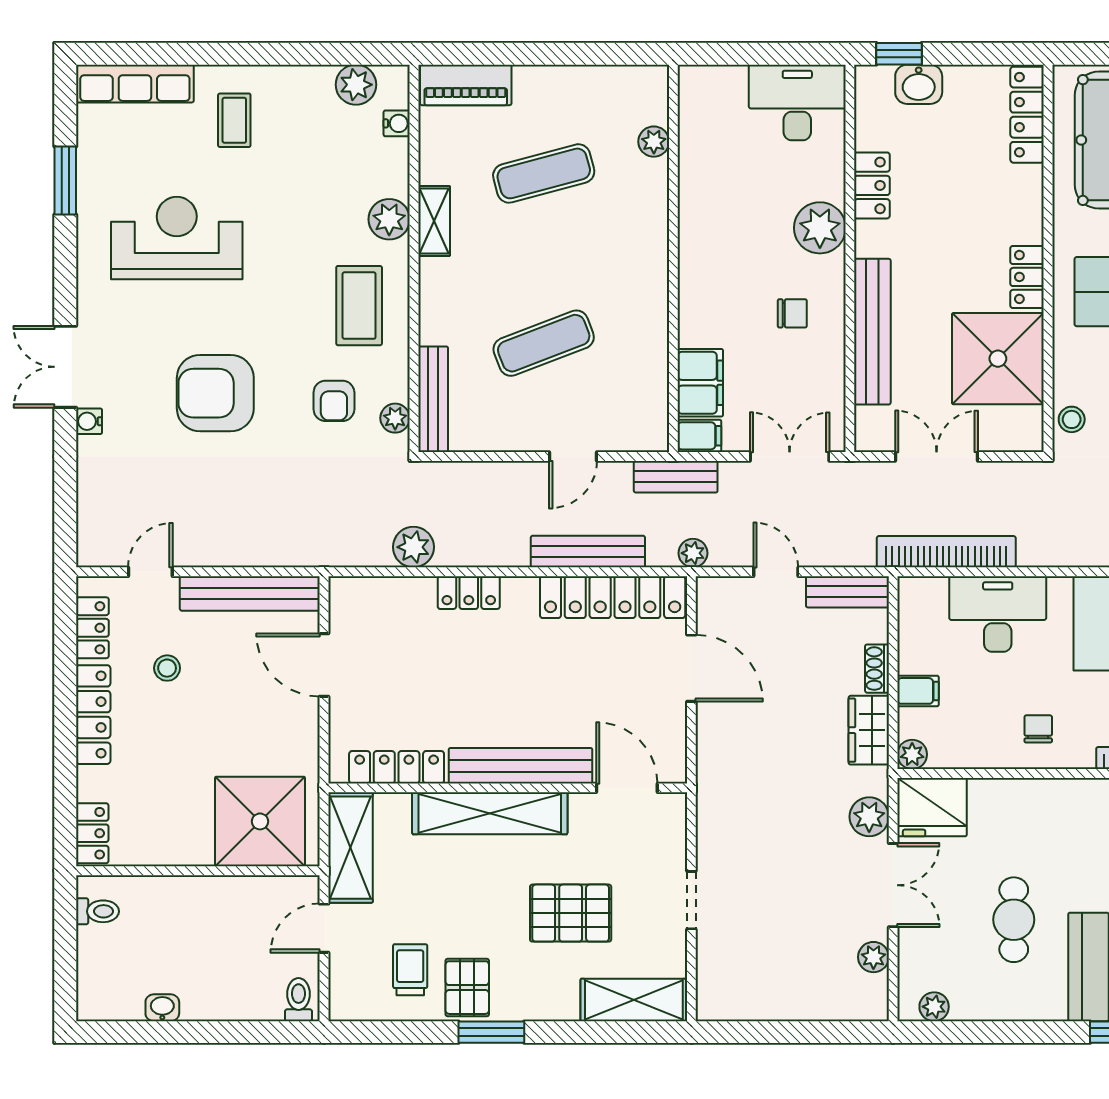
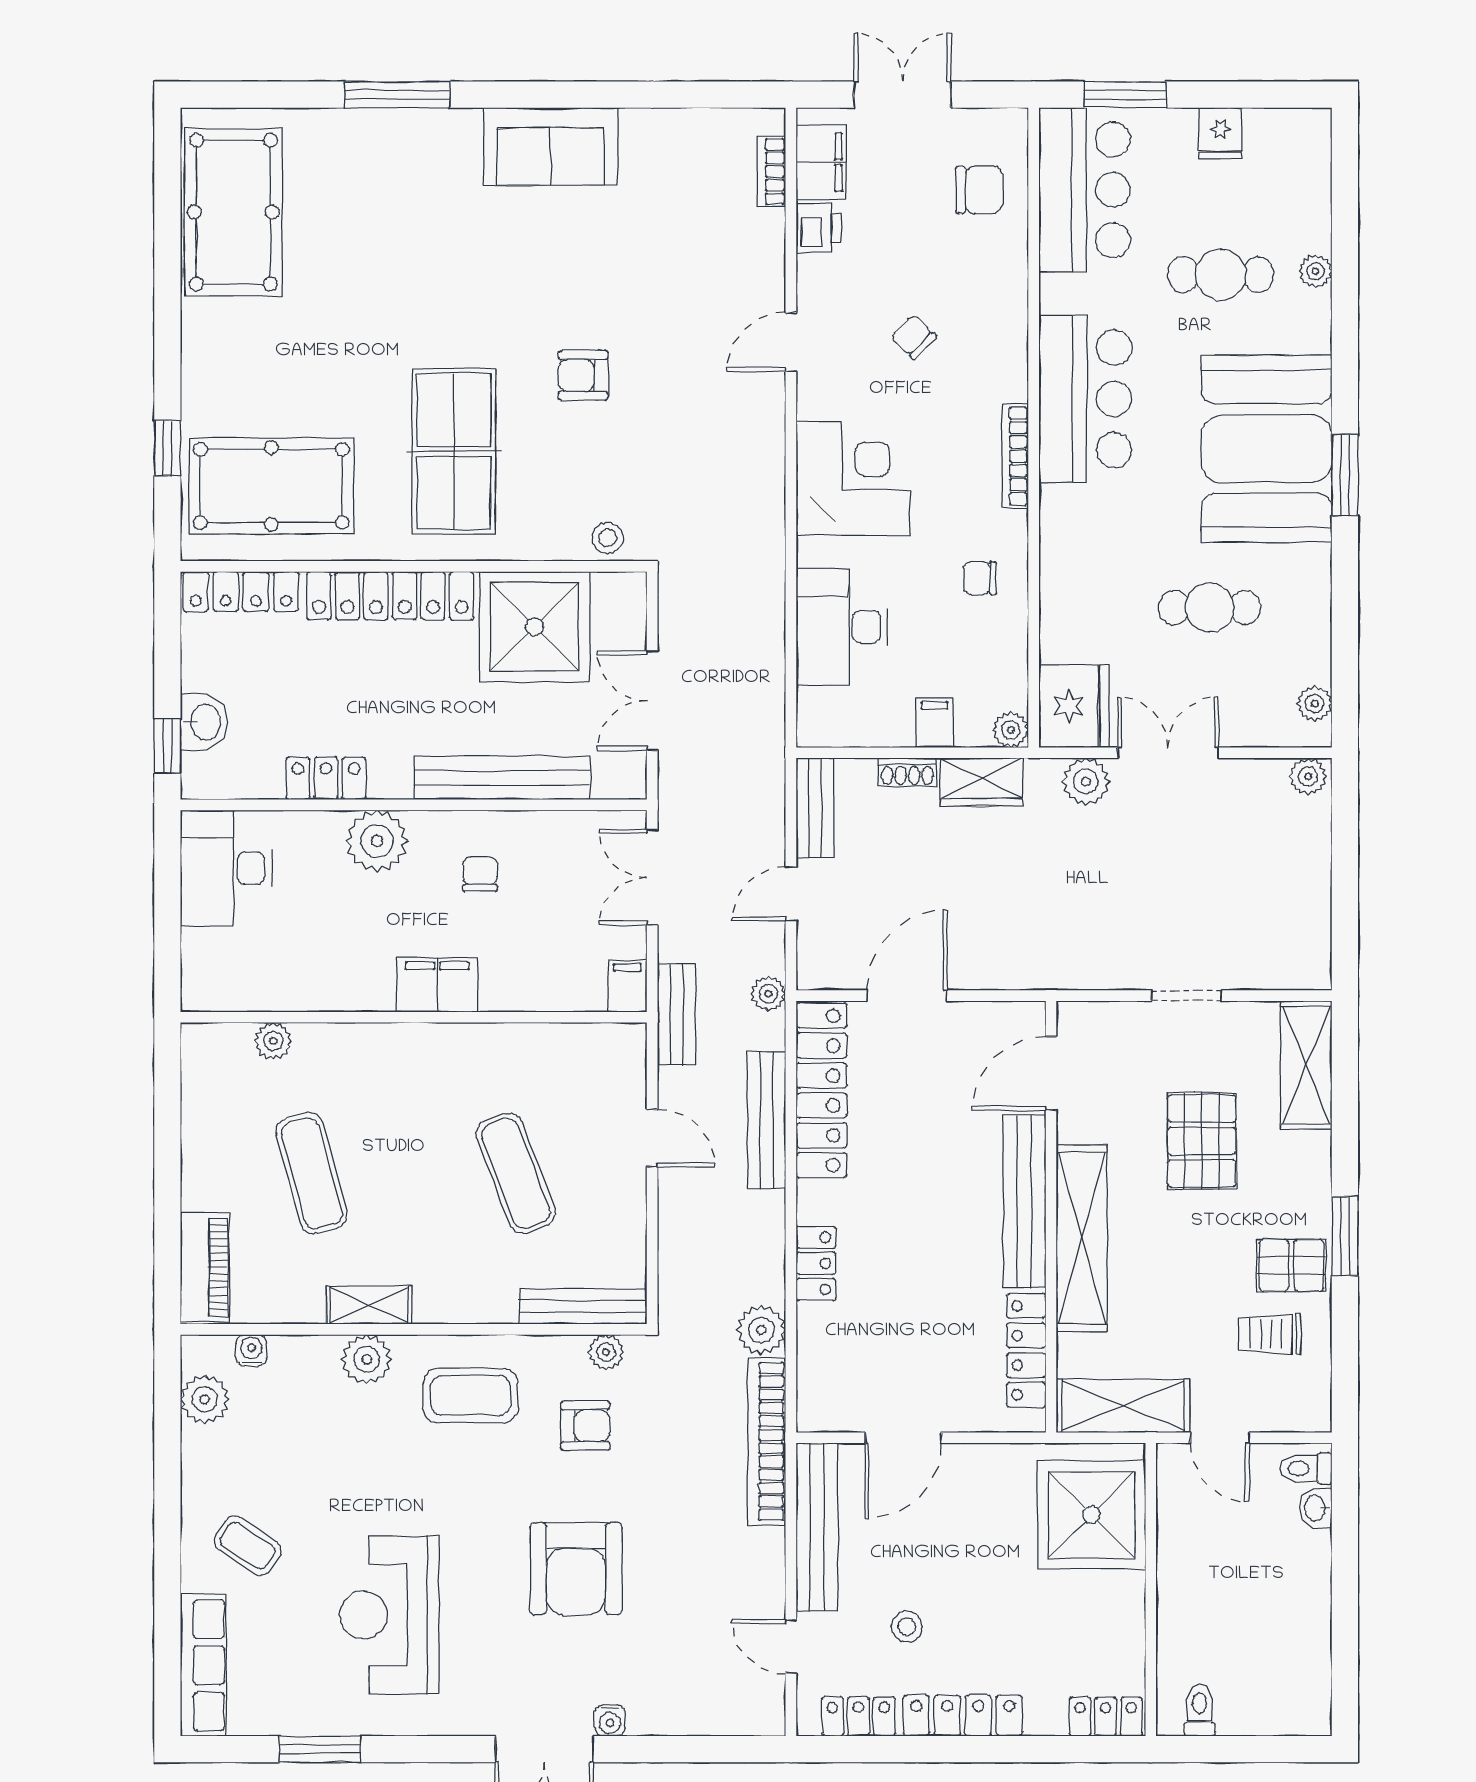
coffee table: (234, 120) -> (248, 1546), turned 33
locker: (1027, 277) -> (390, 596), width x2.16, depth x1.21
filing cabinet: (700, 383) -> (437, 985), moved
bookcase: (946, 552) -> (767, 1441), moved
plant: (873, 957) -> (1308, 776), moved
washbasin: (162, 1008) -> (1316, 1508), moved

